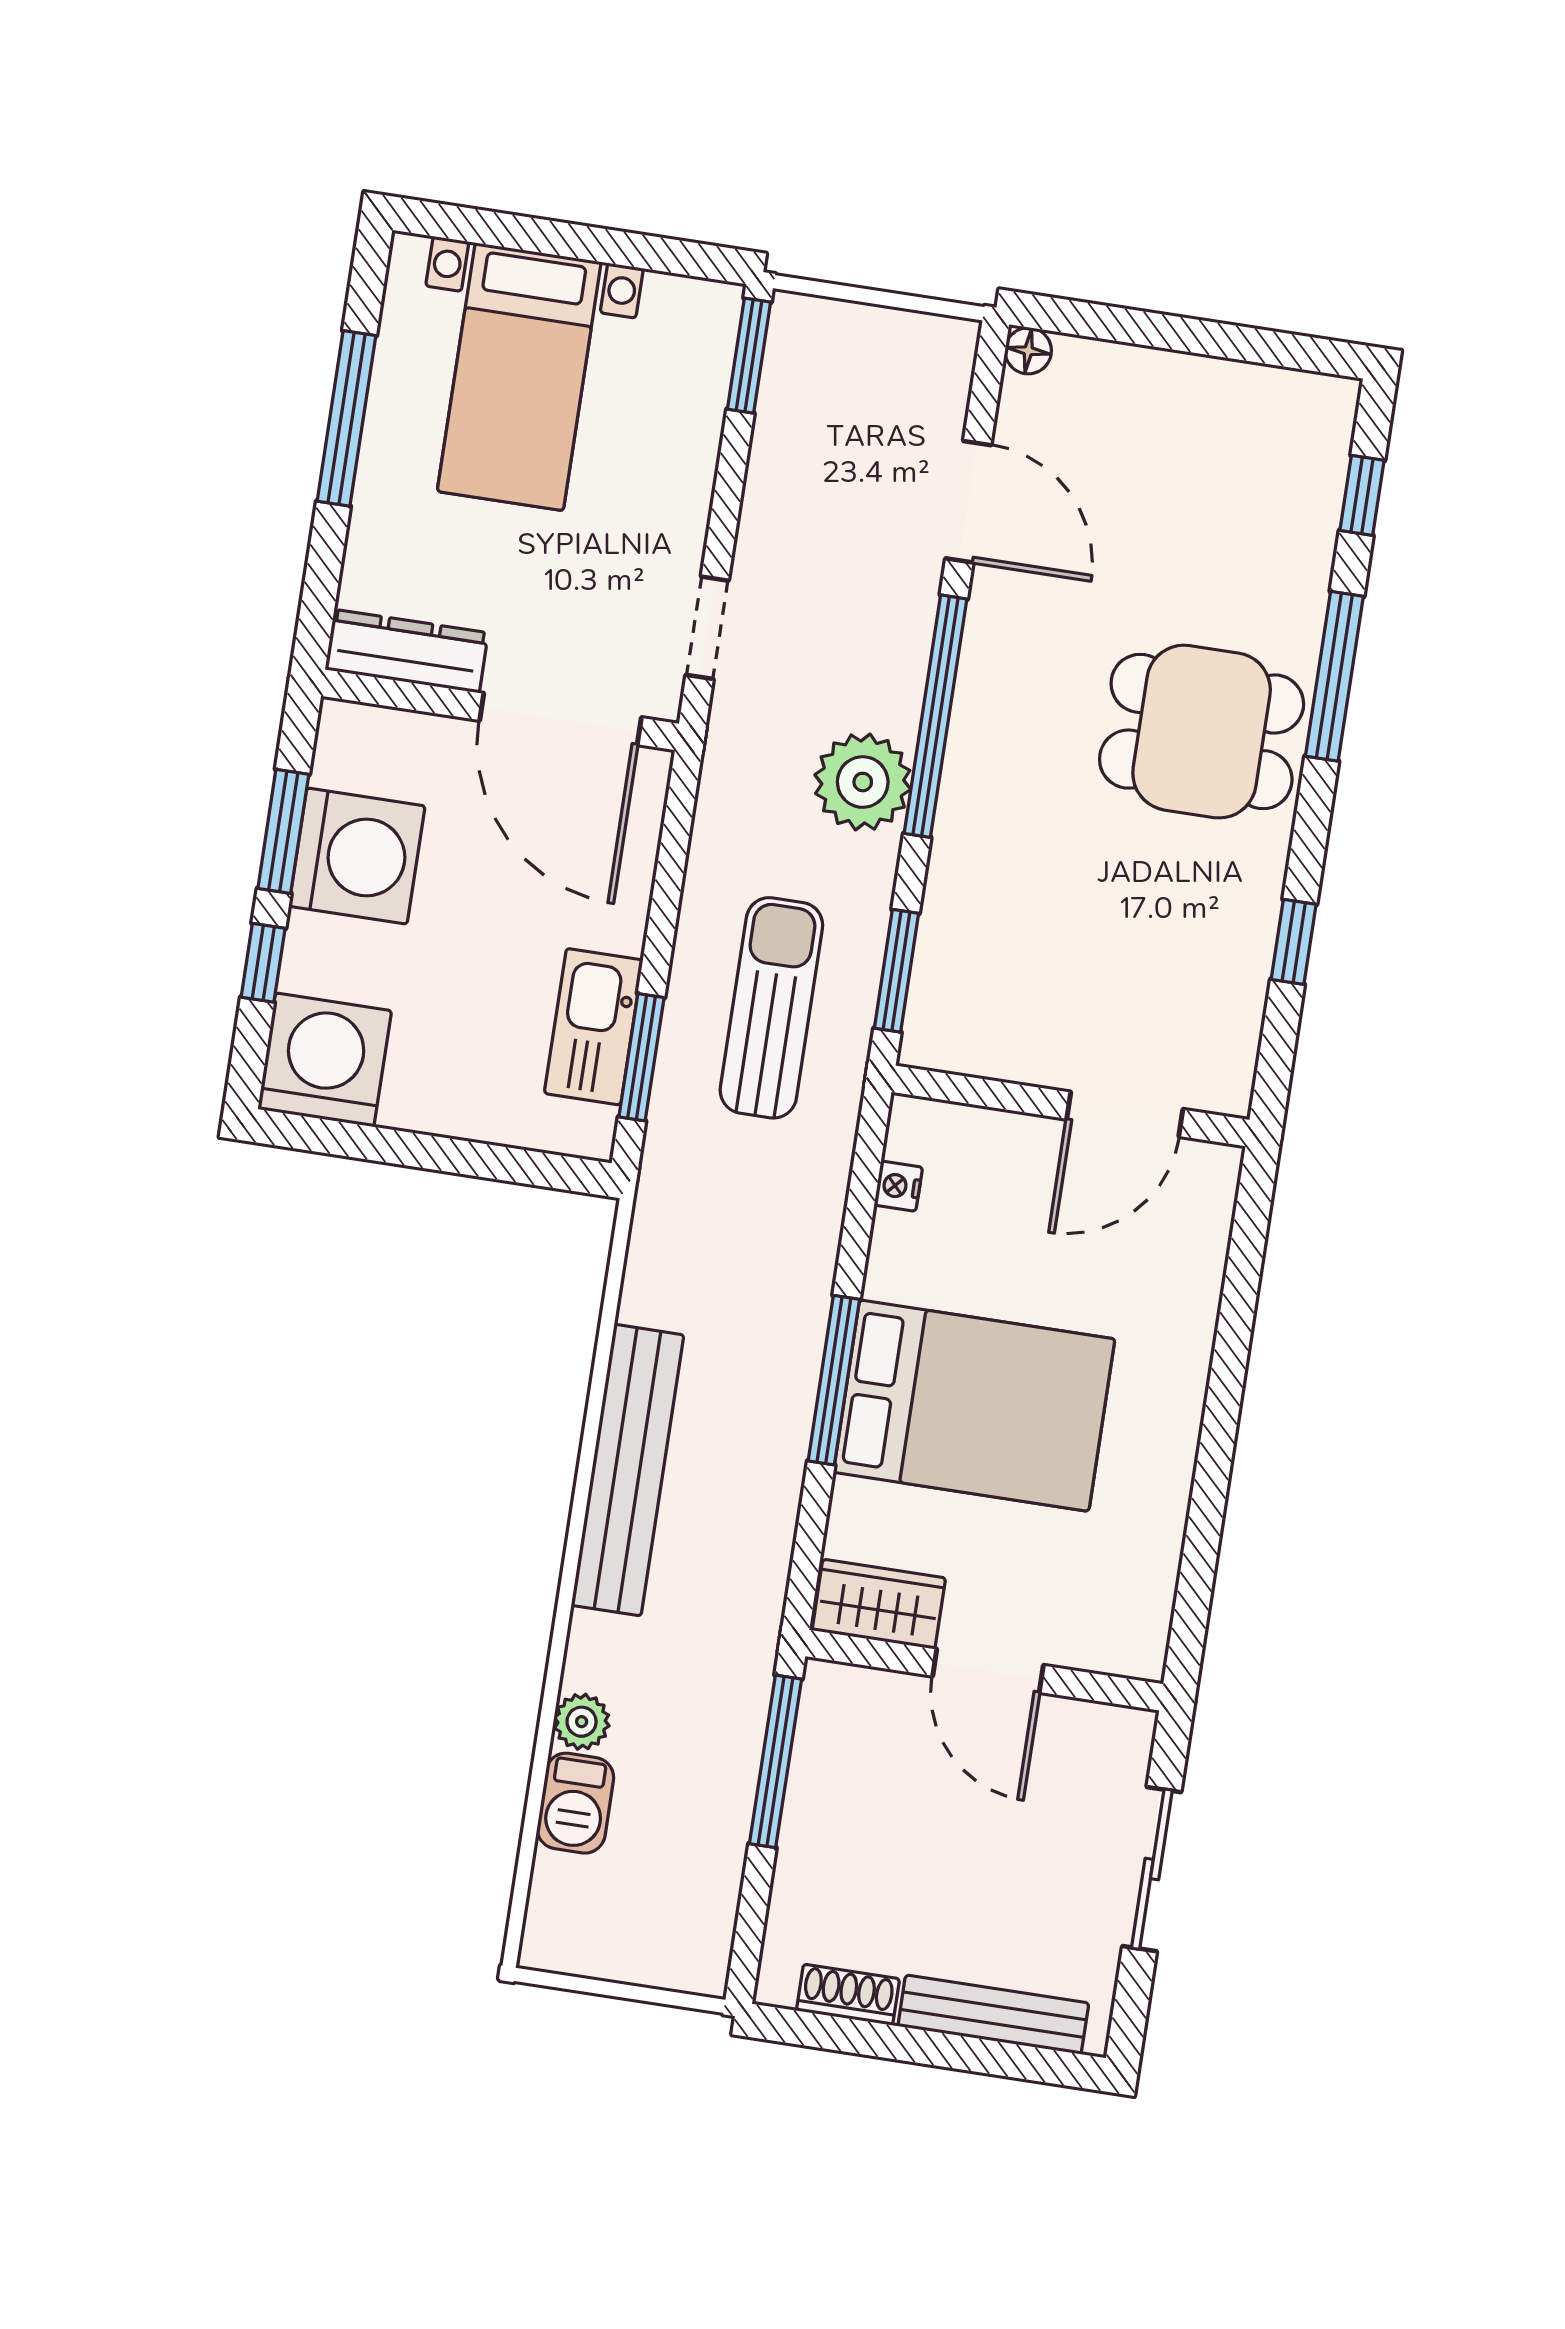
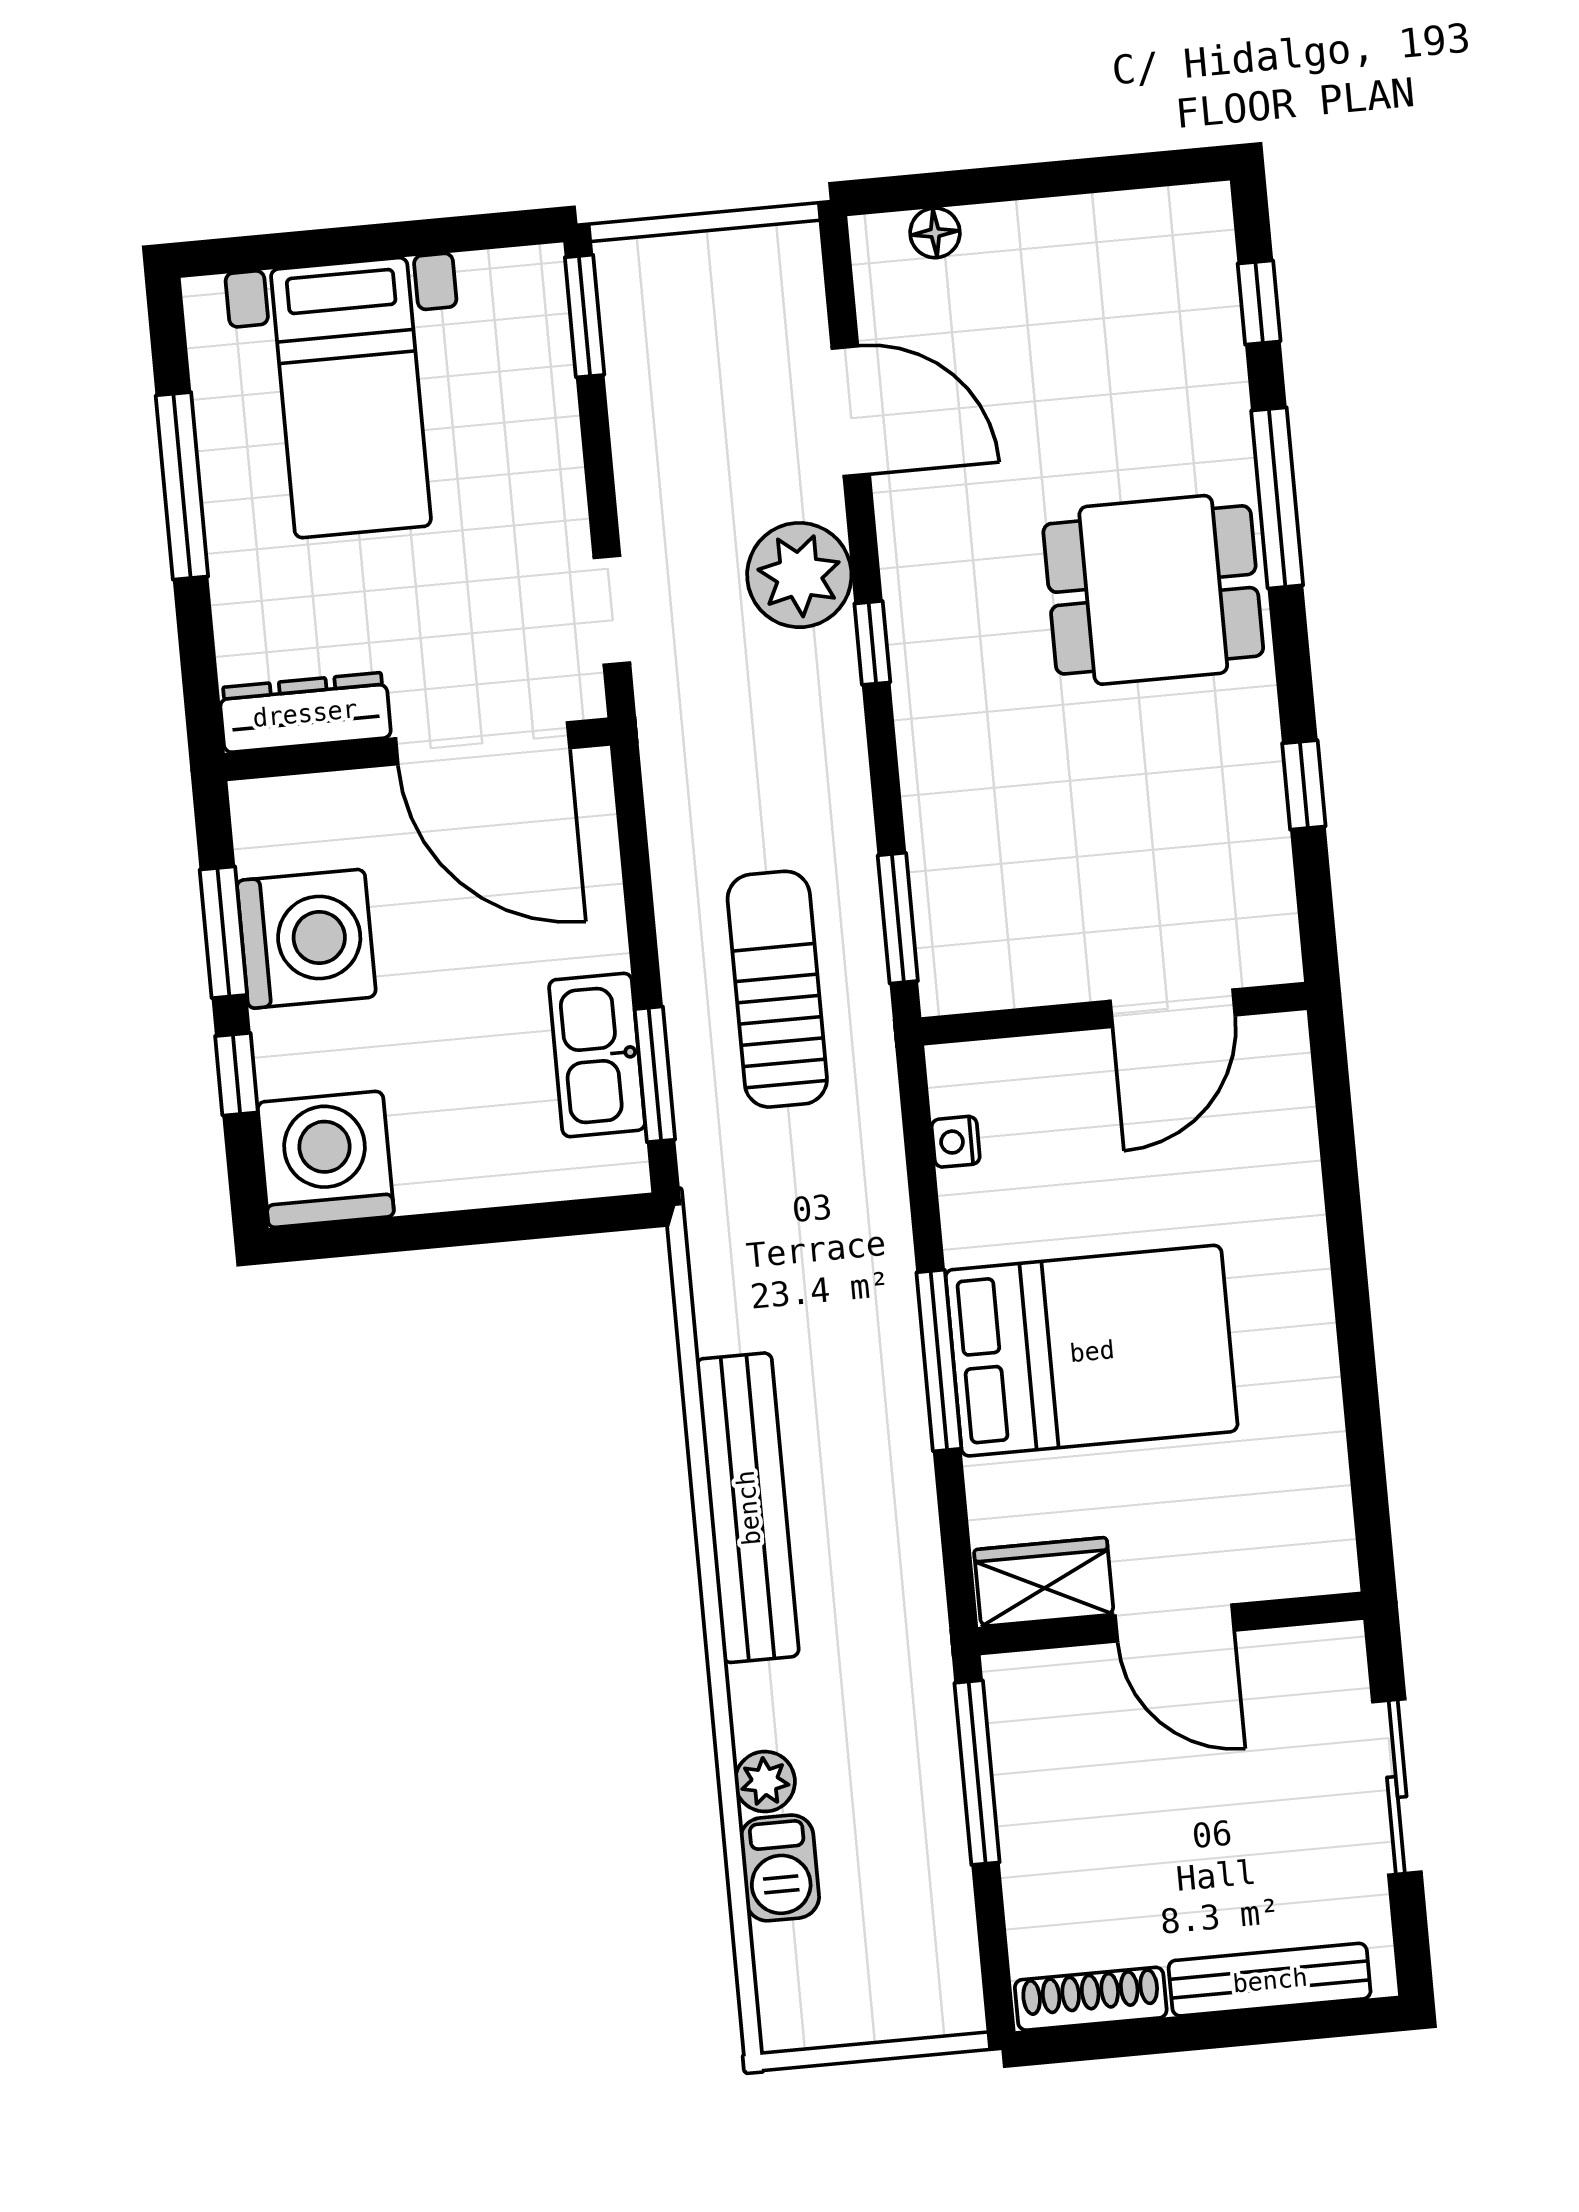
floor lamp: (1028, 351) -> (935, 233), moved
window: (935, 716) -> (872, 643), width x0.32
plant: (863, 782) -> (799, 575), moved
shoe rack: (848, 1995) -> (1091, 1999), width x1.43

